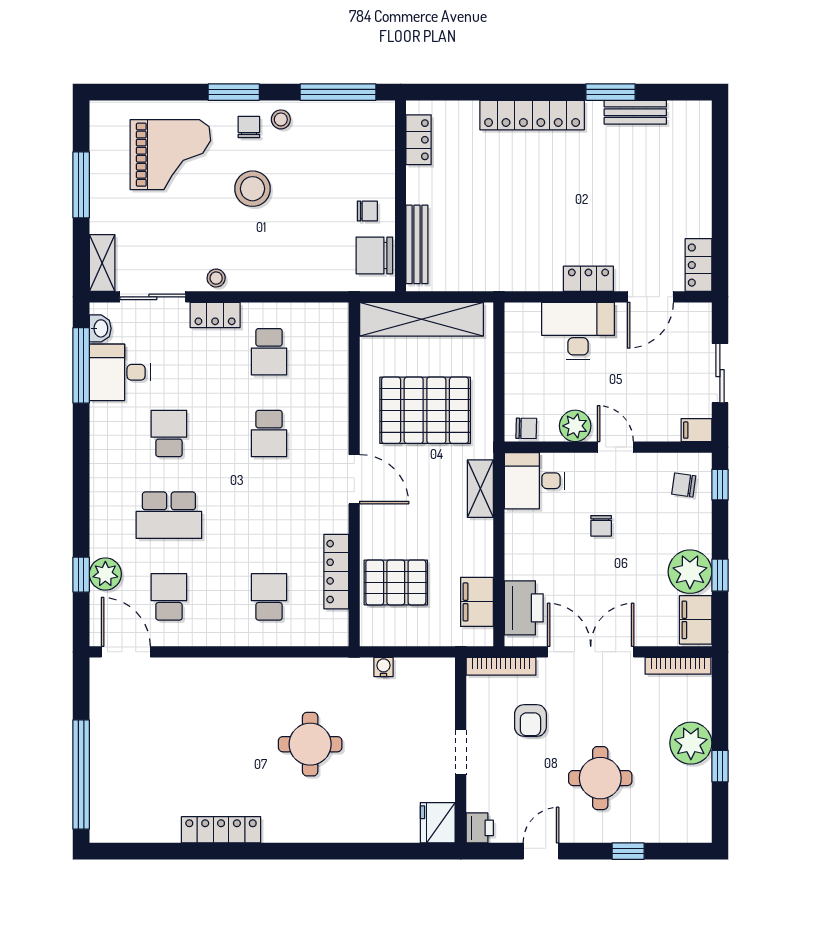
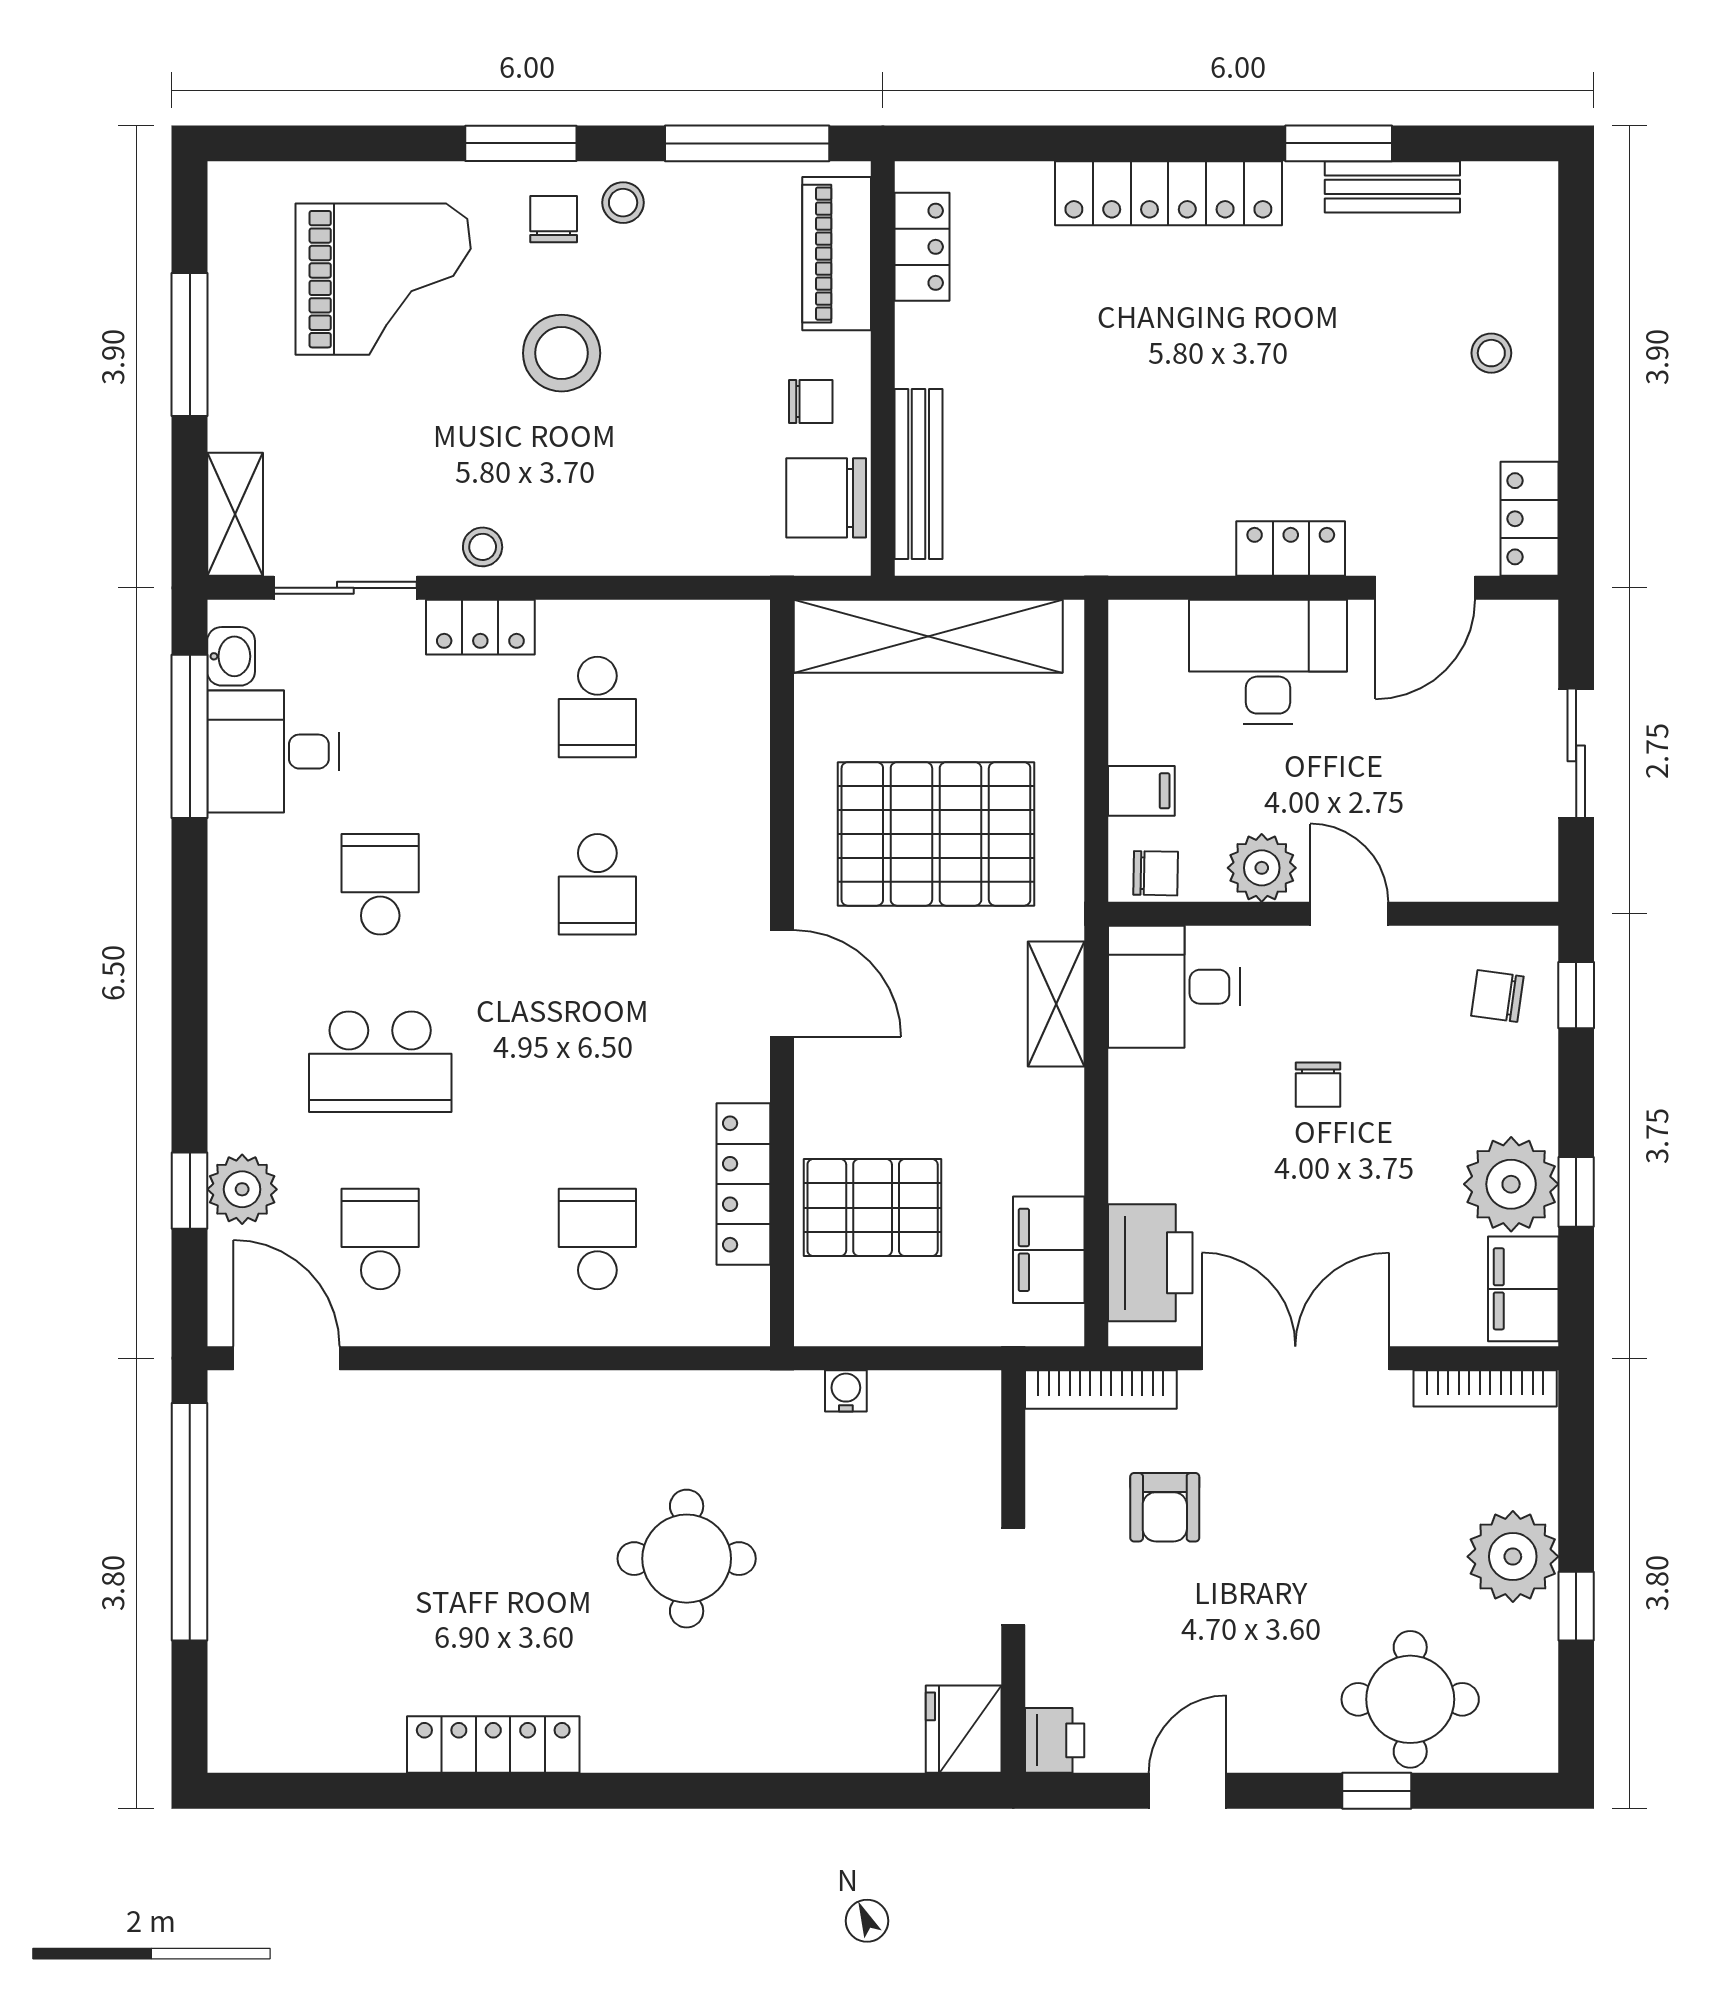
piano: (379, 143) -> (837, 254), added
stool: (681, 189) -> (1491, 353), added
filing cabinet: (696, 430) -> (1141, 791), moved, turned 180
window: (81, 774) -> (190, 1522), moved
round table: (600, 778) -> (1410, 1699), moved

